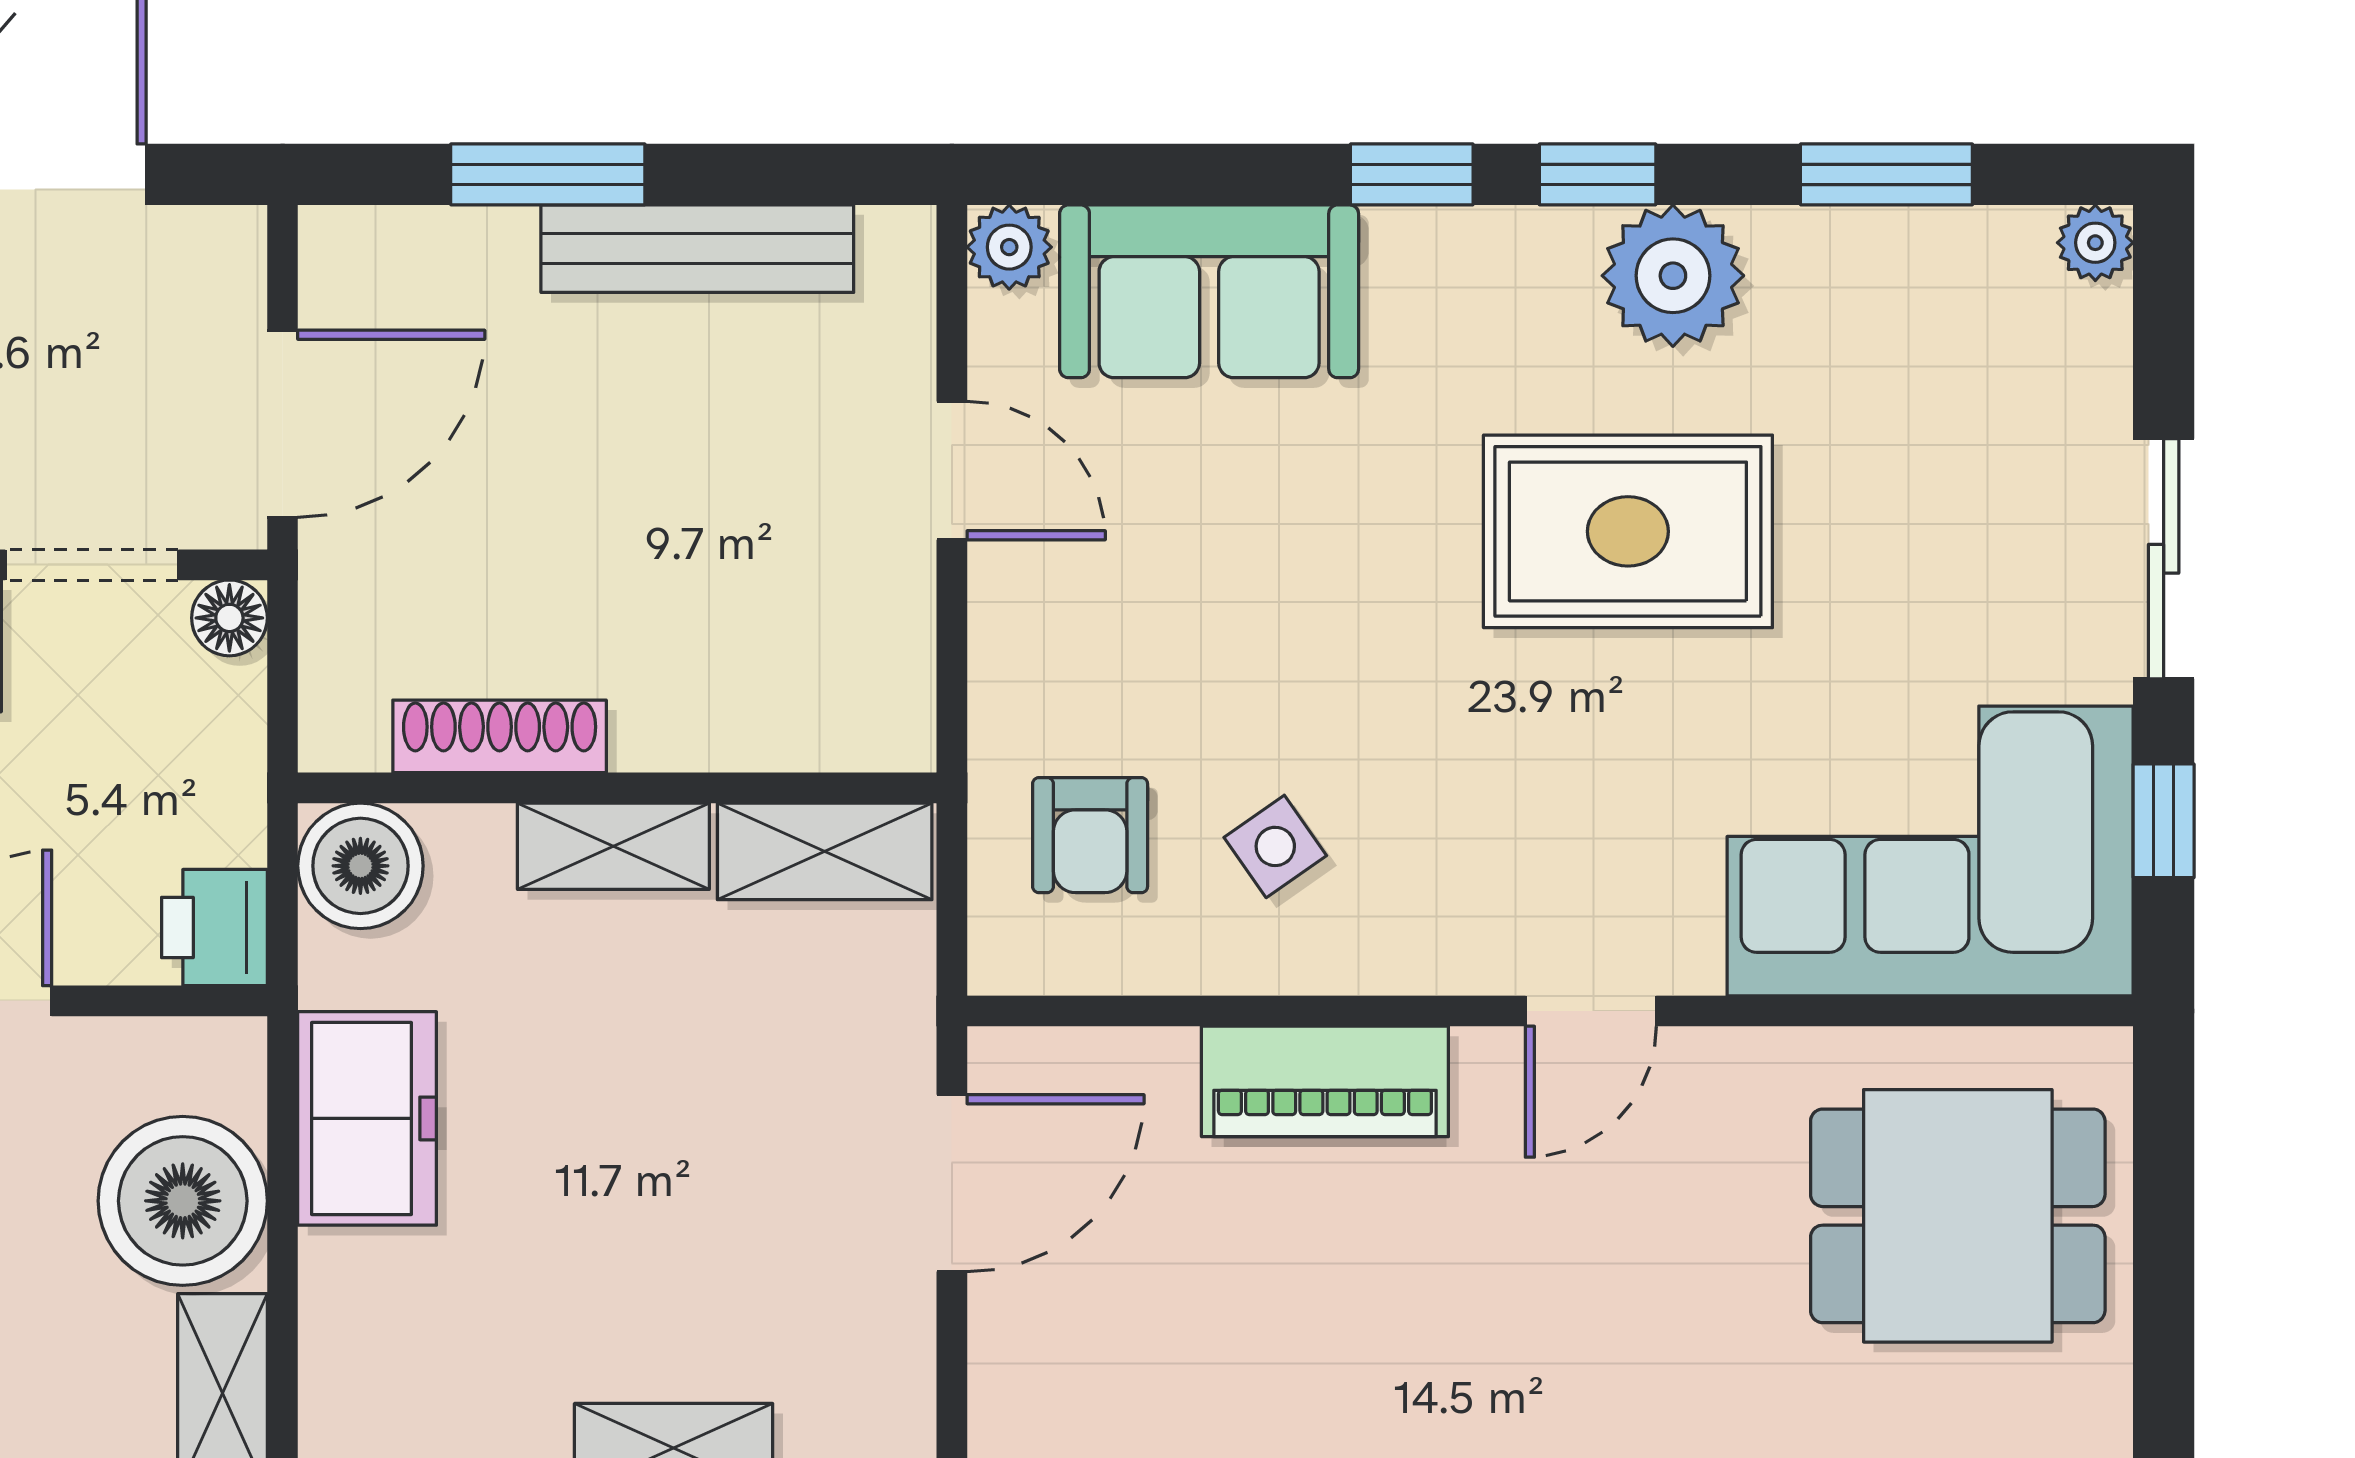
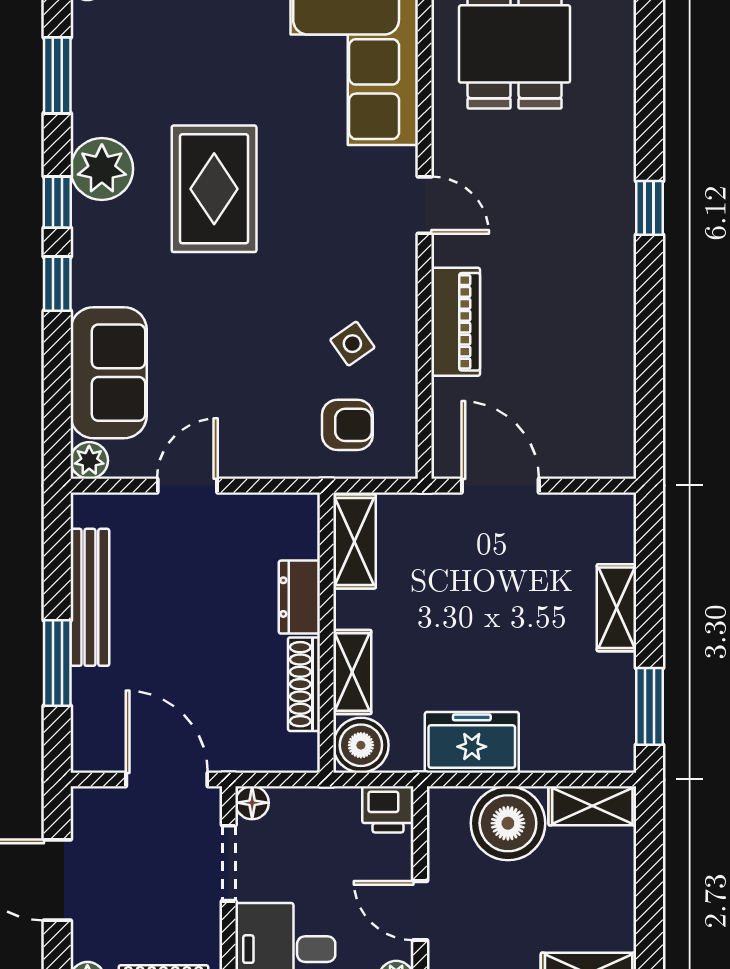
dresser: (698, 726) -> (299, 597), added
shelving: (613, 846) -> (352, 672), moved

